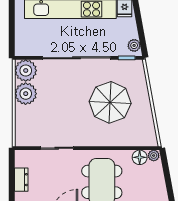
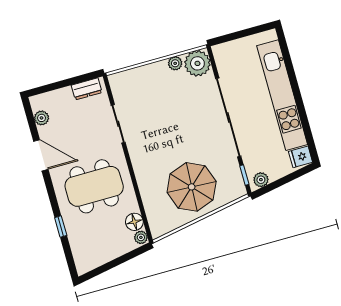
plant: (26, 94) -> (175, 63), width x0.53, depth x0.53
parasol: (110, 102) -> (192, 187), moved
dresser: (21, 180) -> (87, 89), moved

